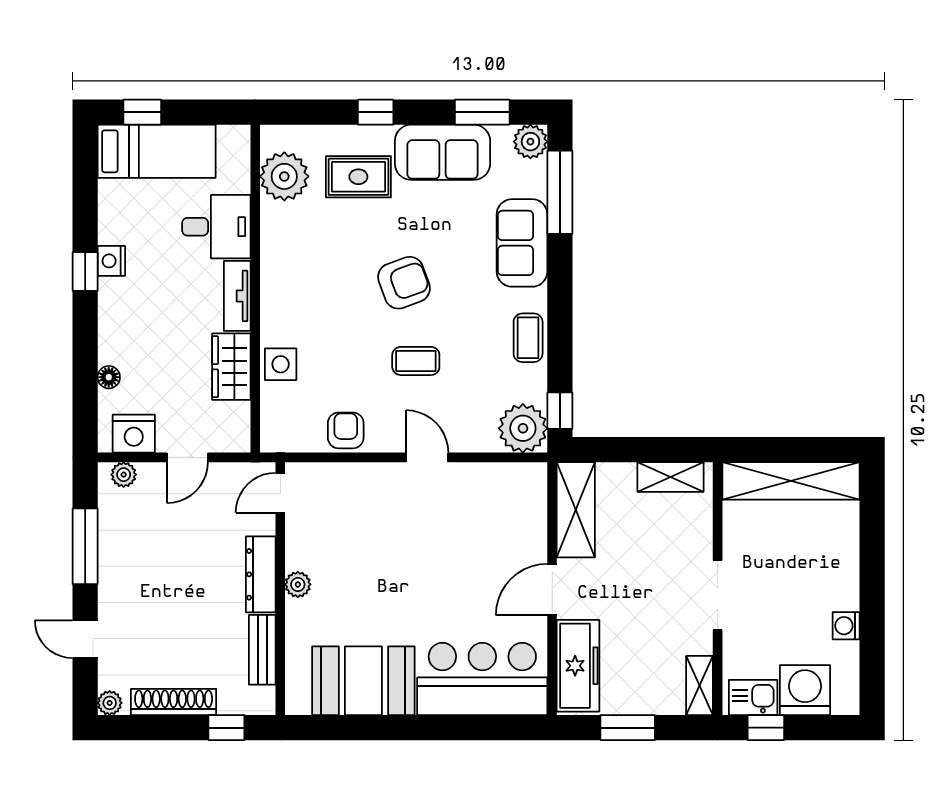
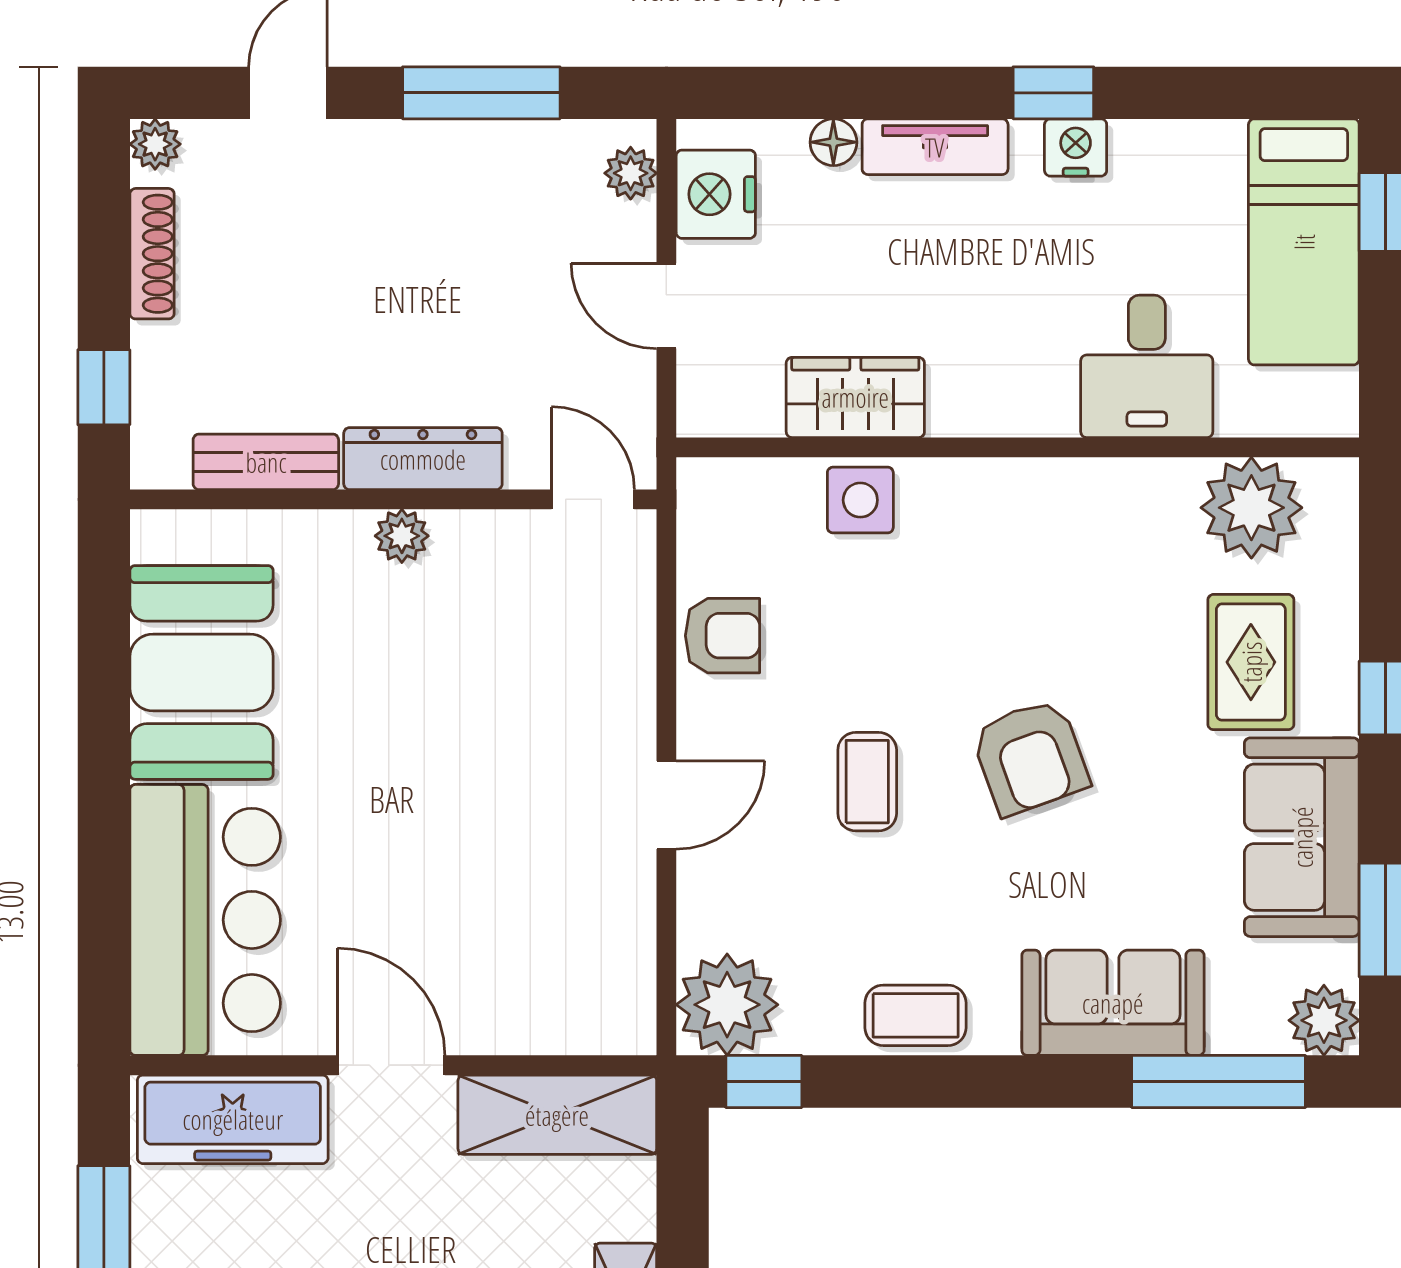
tv unit: (237, 296) -> (935, 147), moved, turned 180
shoe rack: (174, 702) -> (152, 254), width x0.74, depth x0.81

